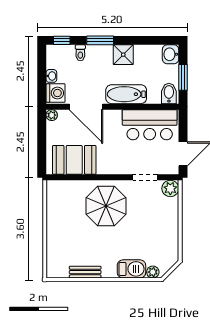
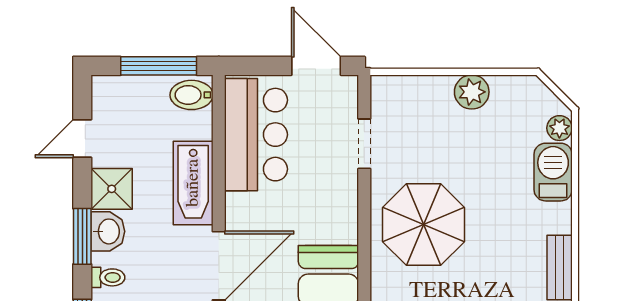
door: (148, 40) -> (82, 139), added
washbasin: (171, 54) -> (108, 231), moved, turned -90
window: (183, 77) -> (159, 66), width x1.44
plant: (170, 188) -> (472, 92), moved

